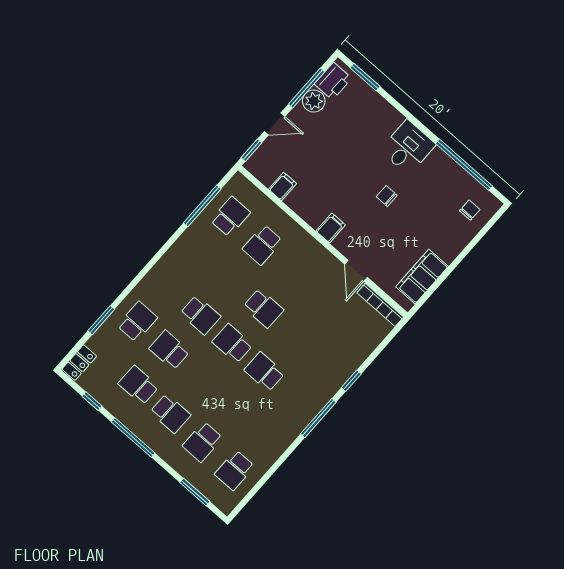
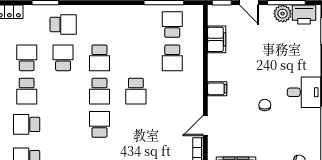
filing cabinet: (282, 186) -> (217, 39), width x2.00
school desk: (230, 217) -> (172, 24), turned -90
school desk: (262, 245) -> (172, 58), turned -90
school desk: (232, 343) -> (99, 91), turned 180

